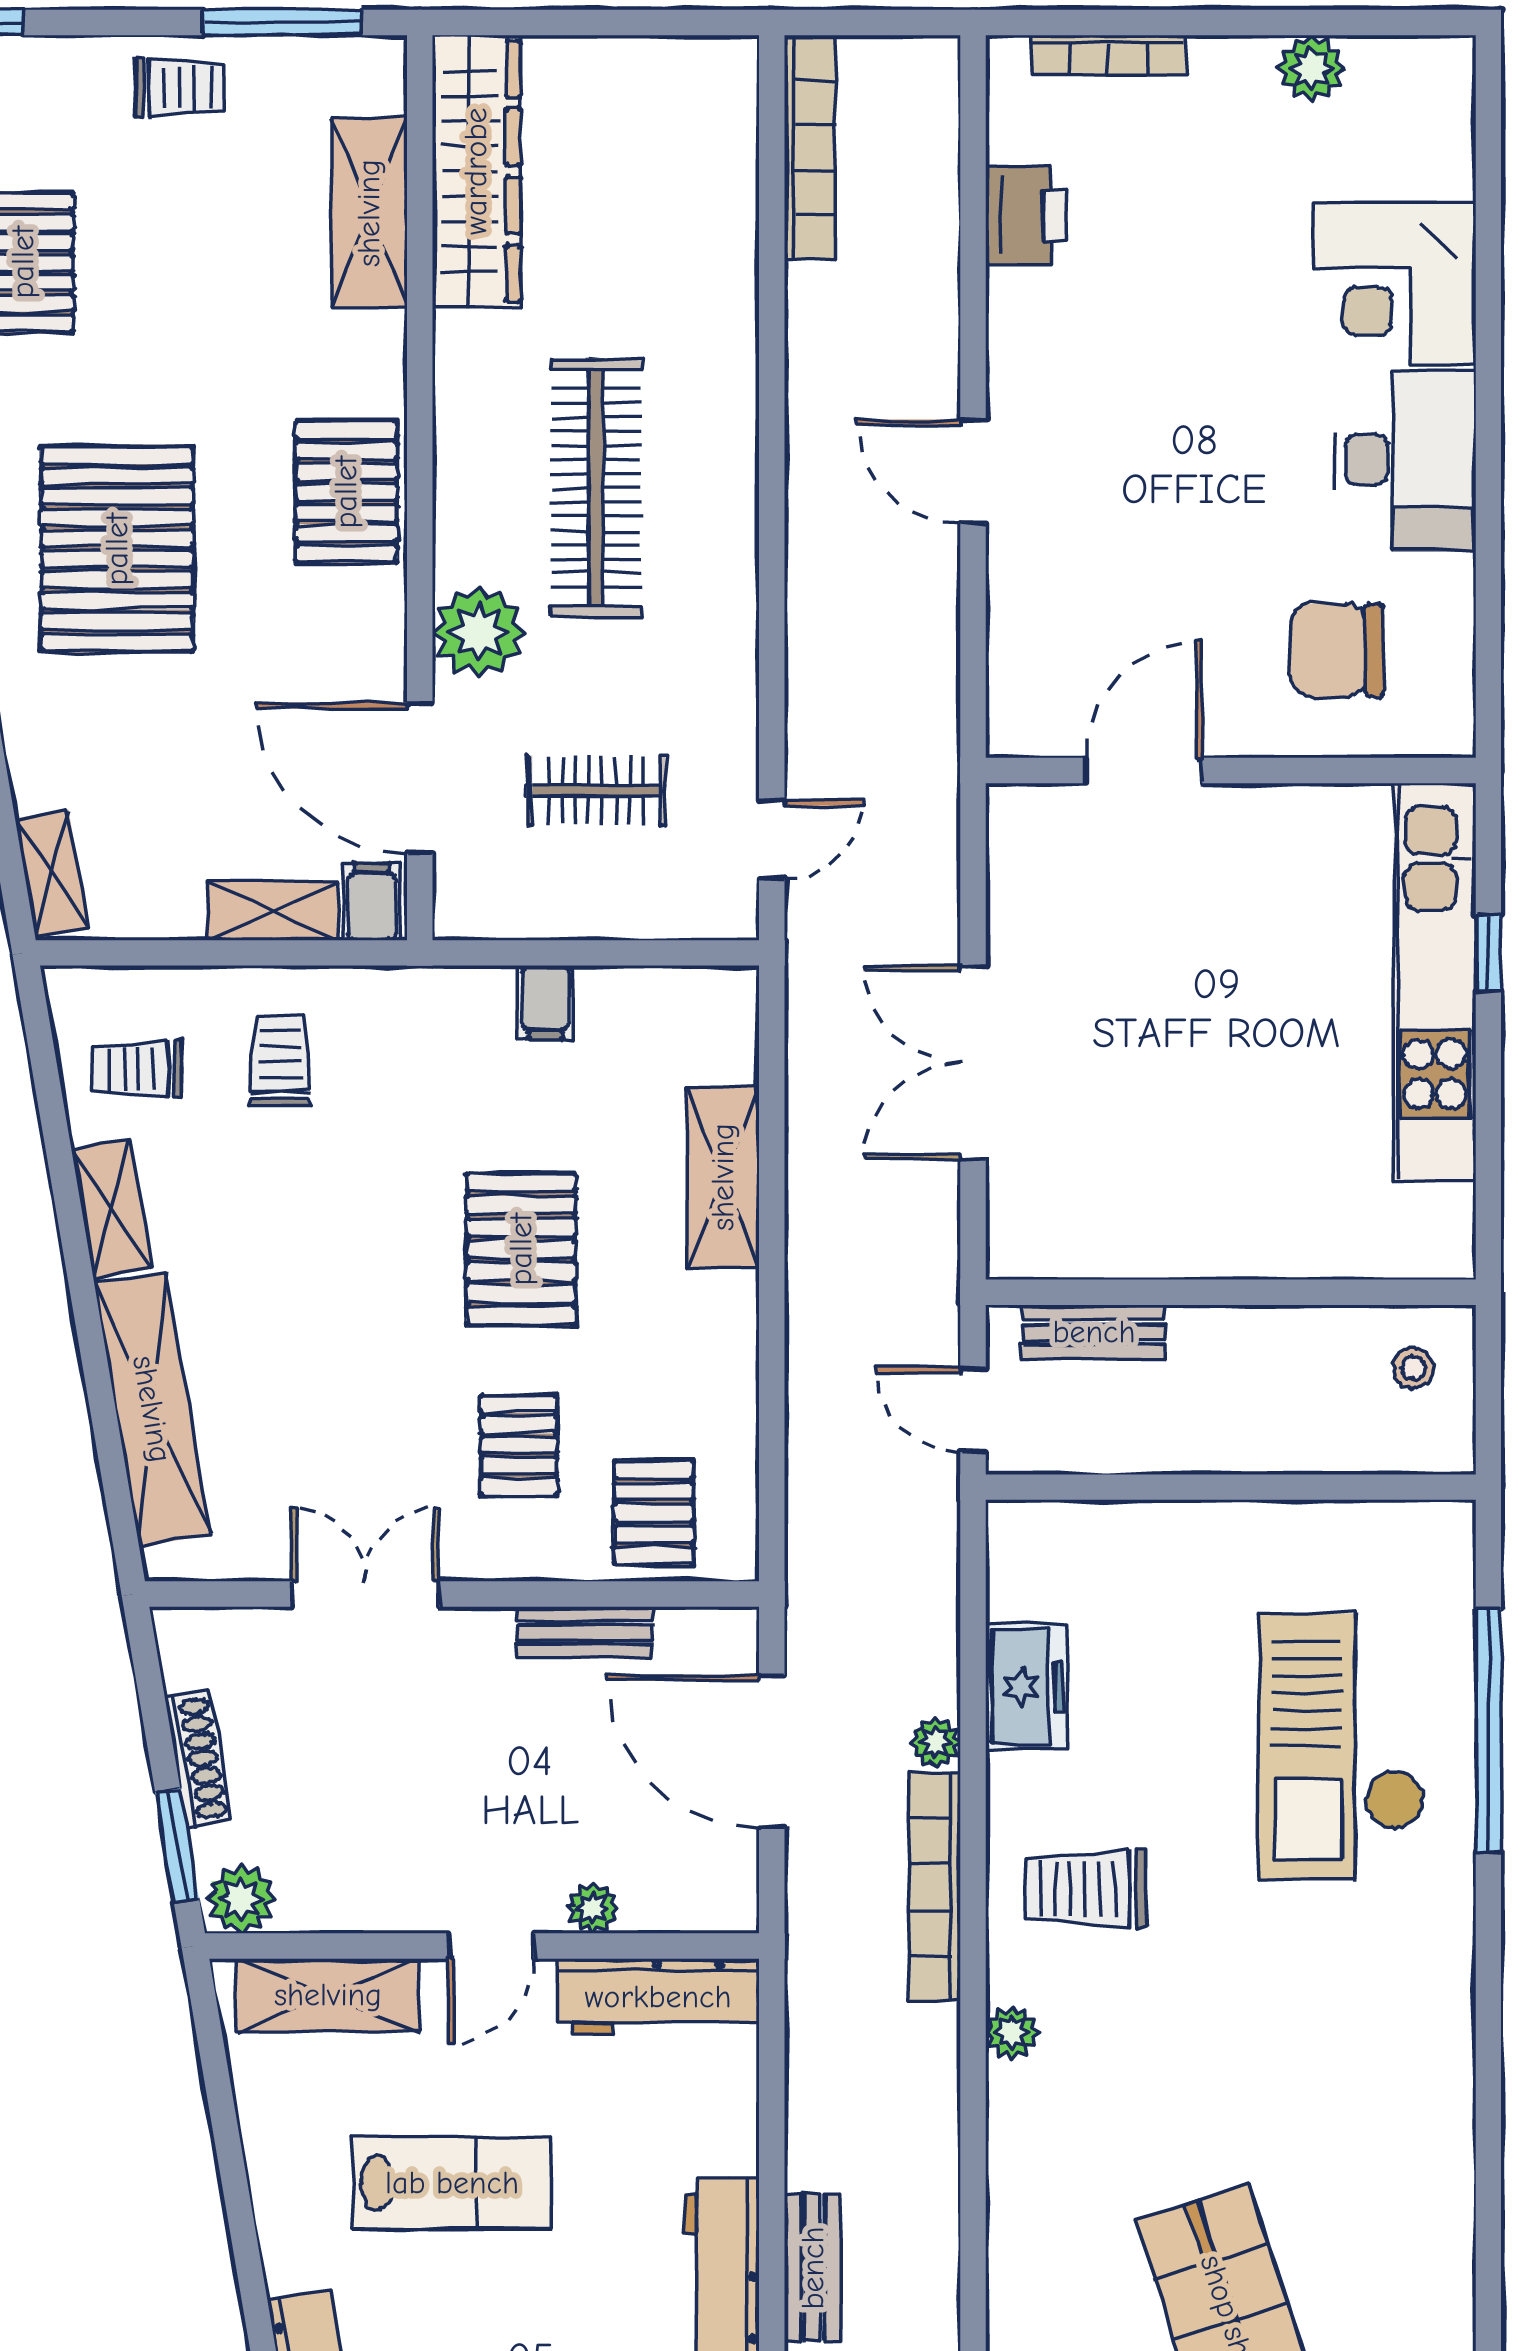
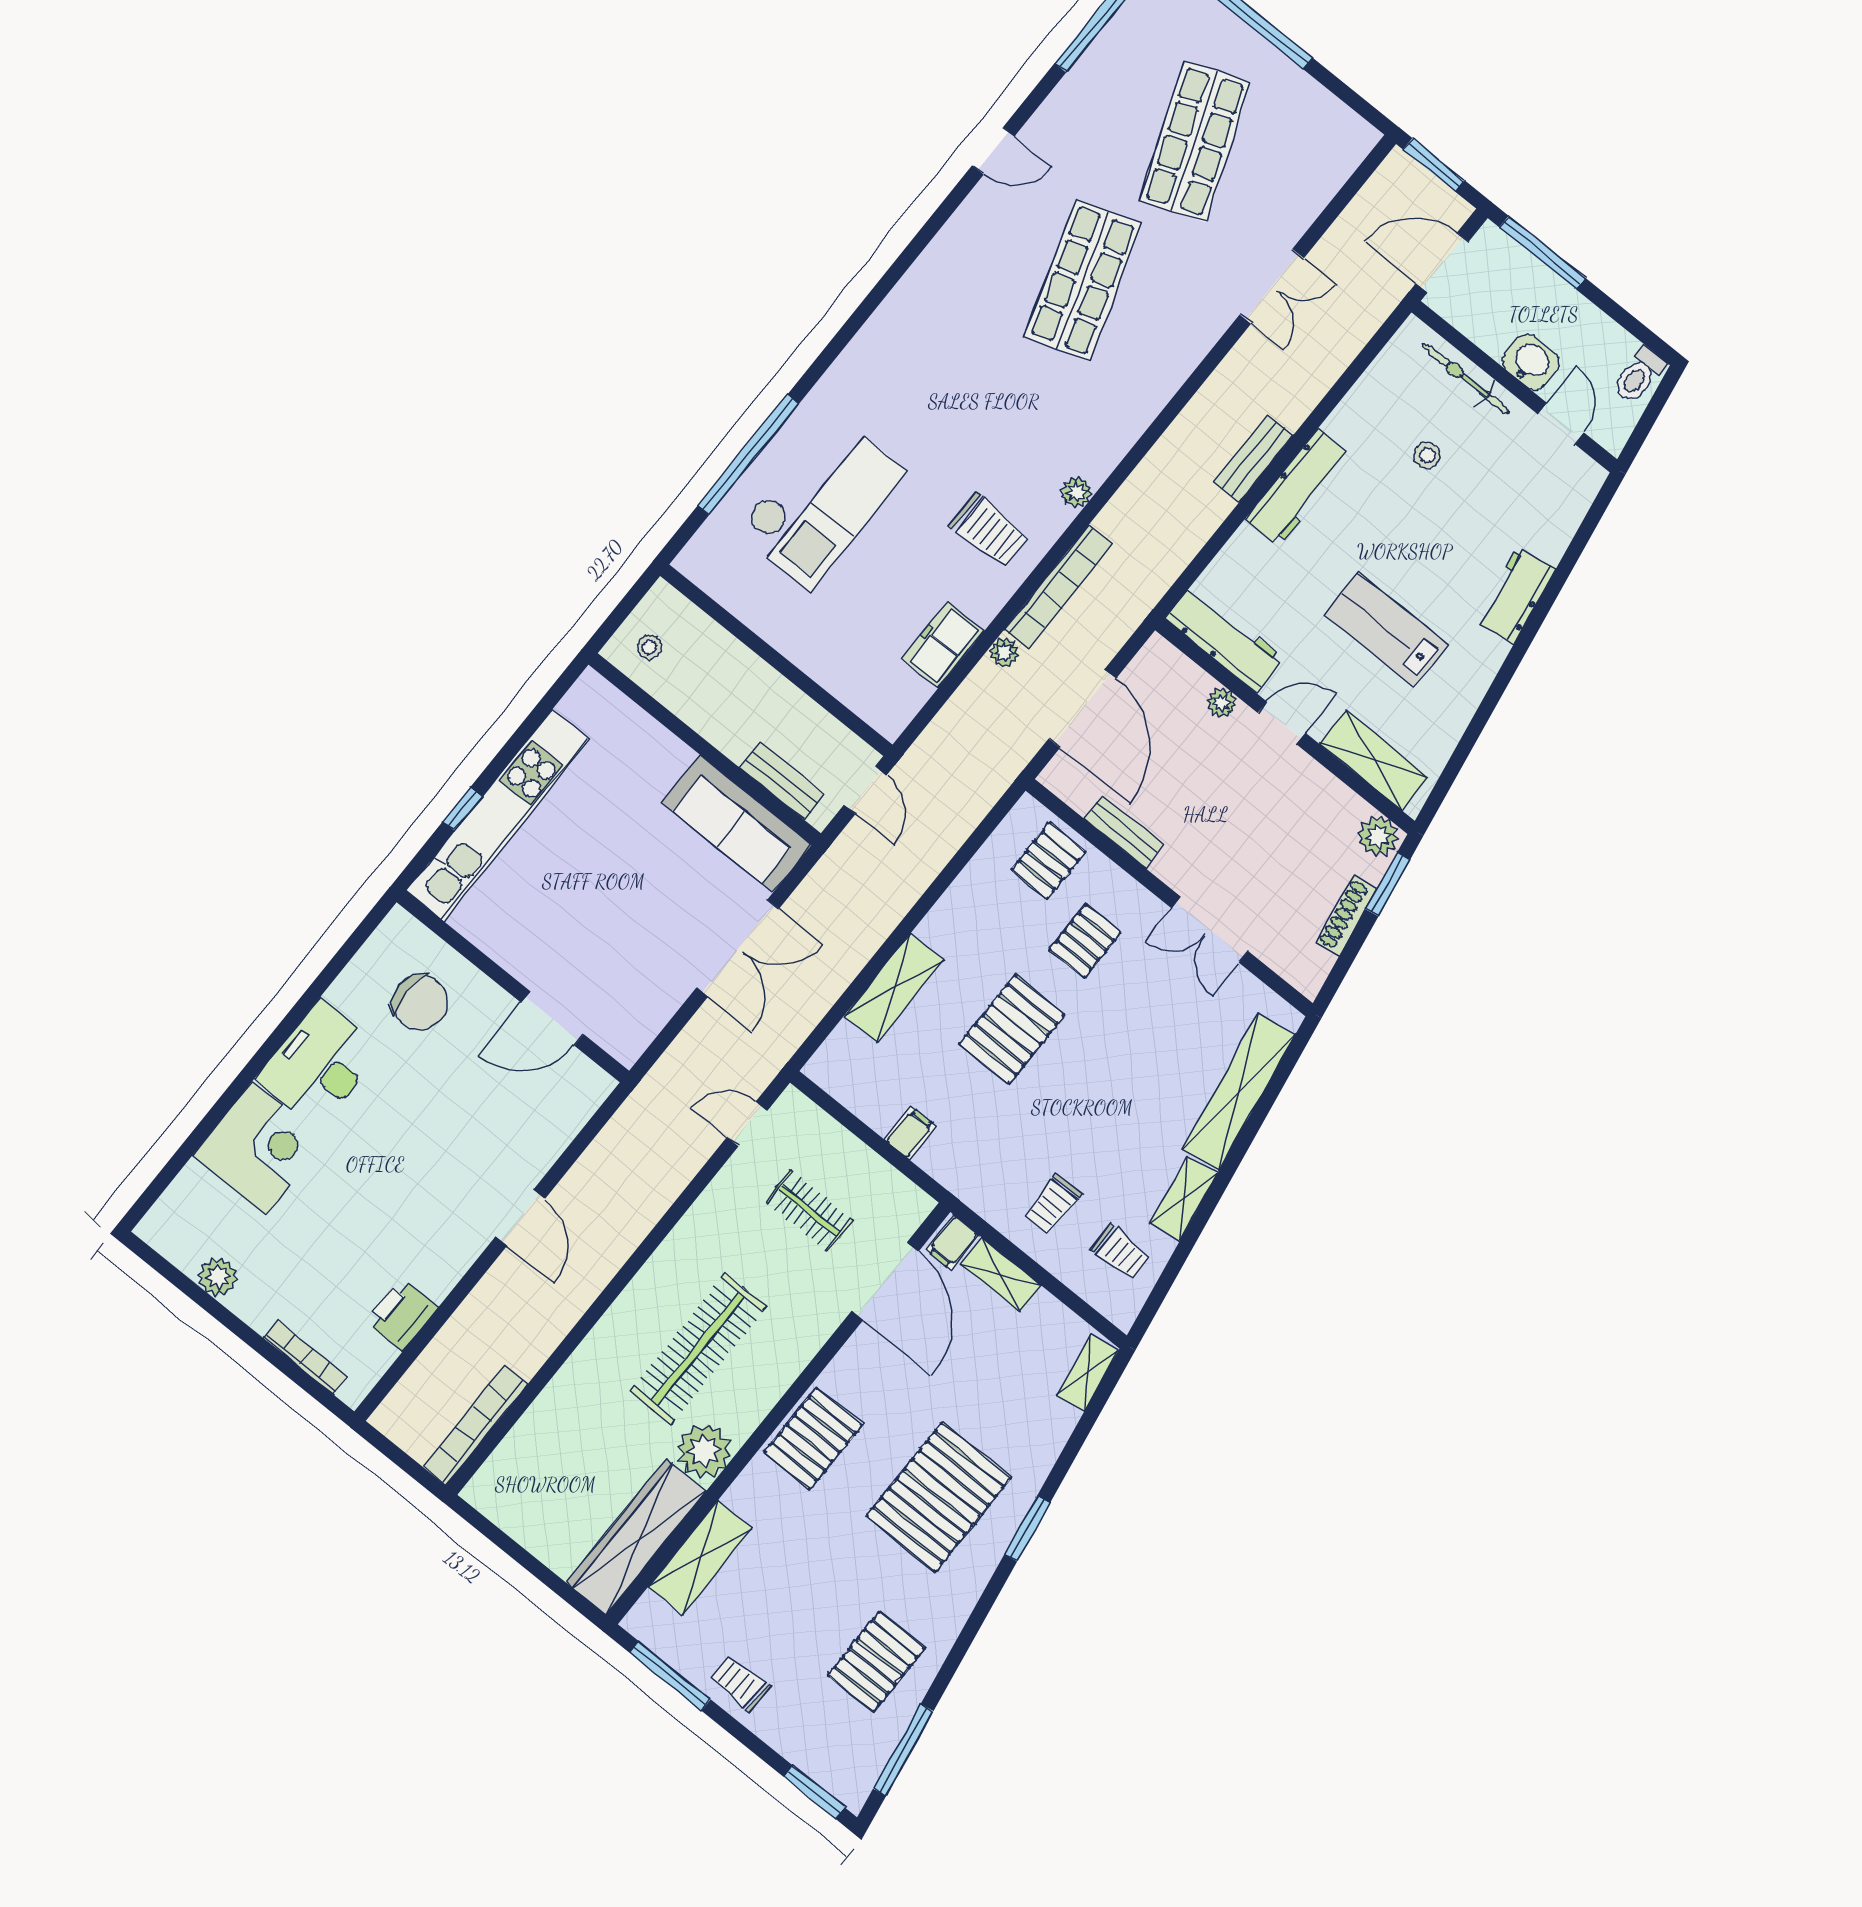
plant: (479, 632) -> (704, 1451), moved
sofa: (1109, 1227) -> (736, 823), added

